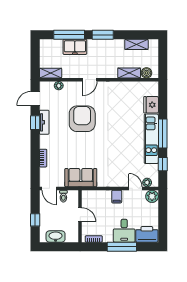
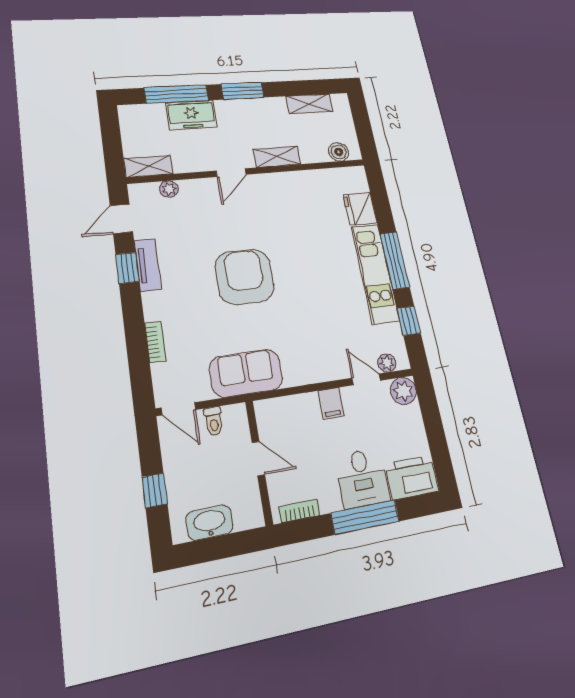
shelving: (129, 73) -> (277, 157), moved
armchair: (82, 119) -> (245, 277), moved

